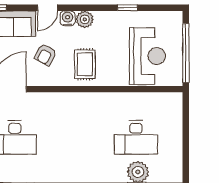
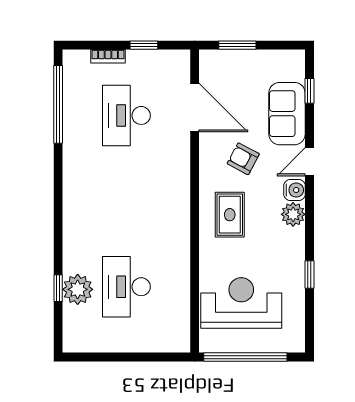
door: (48, 8) -> (309, 162), hinge flipped
reception desk: (147, 56) -> (241, 303), turned 180
rug: (85, 64) -> (230, 215), turned 90

